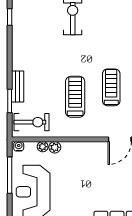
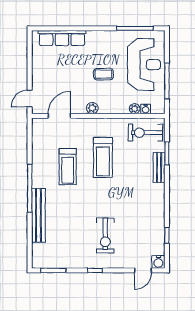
water cooler: (19, 146) -> (146, 109), moved
plant: (55, 147) -> (92, 108), moved
coffee table: (74, 182) -> (104, 74), added

